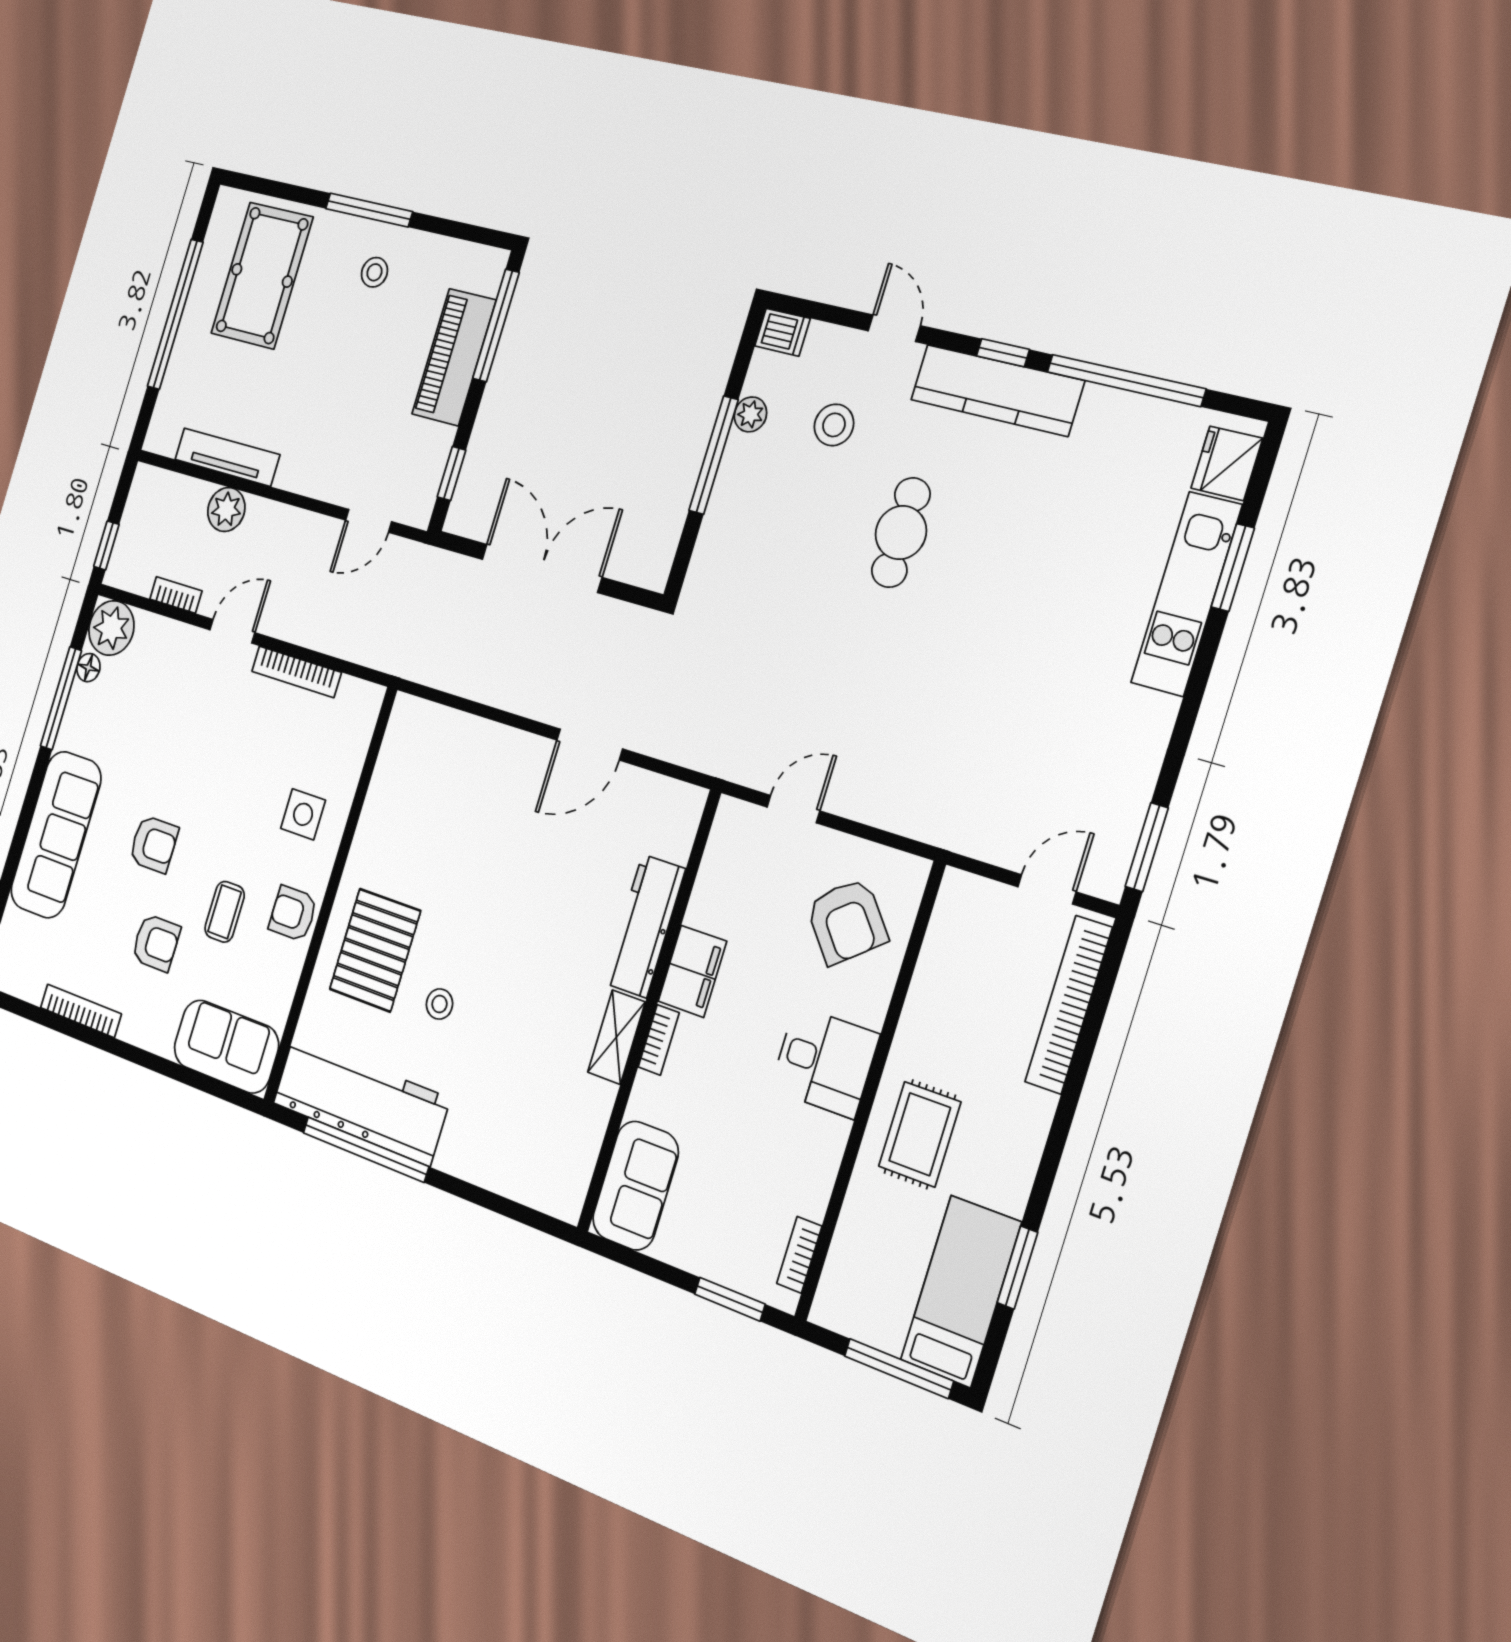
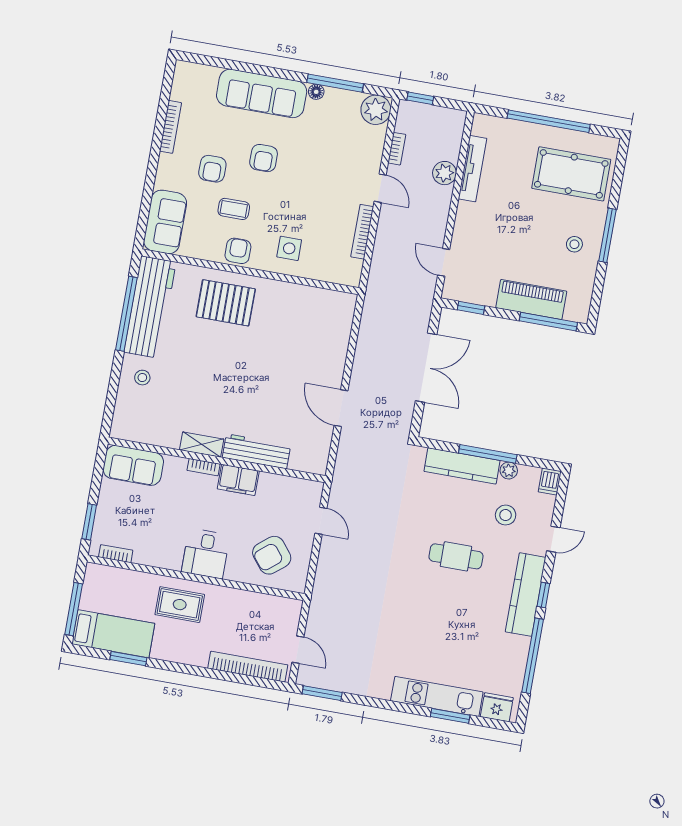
kitchen counter: (729, 509) -> (462, 466), added
floor lamp: (88, 668) -> (316, 92), moved
stool: (439, 1004) -> (142, 378), moved

